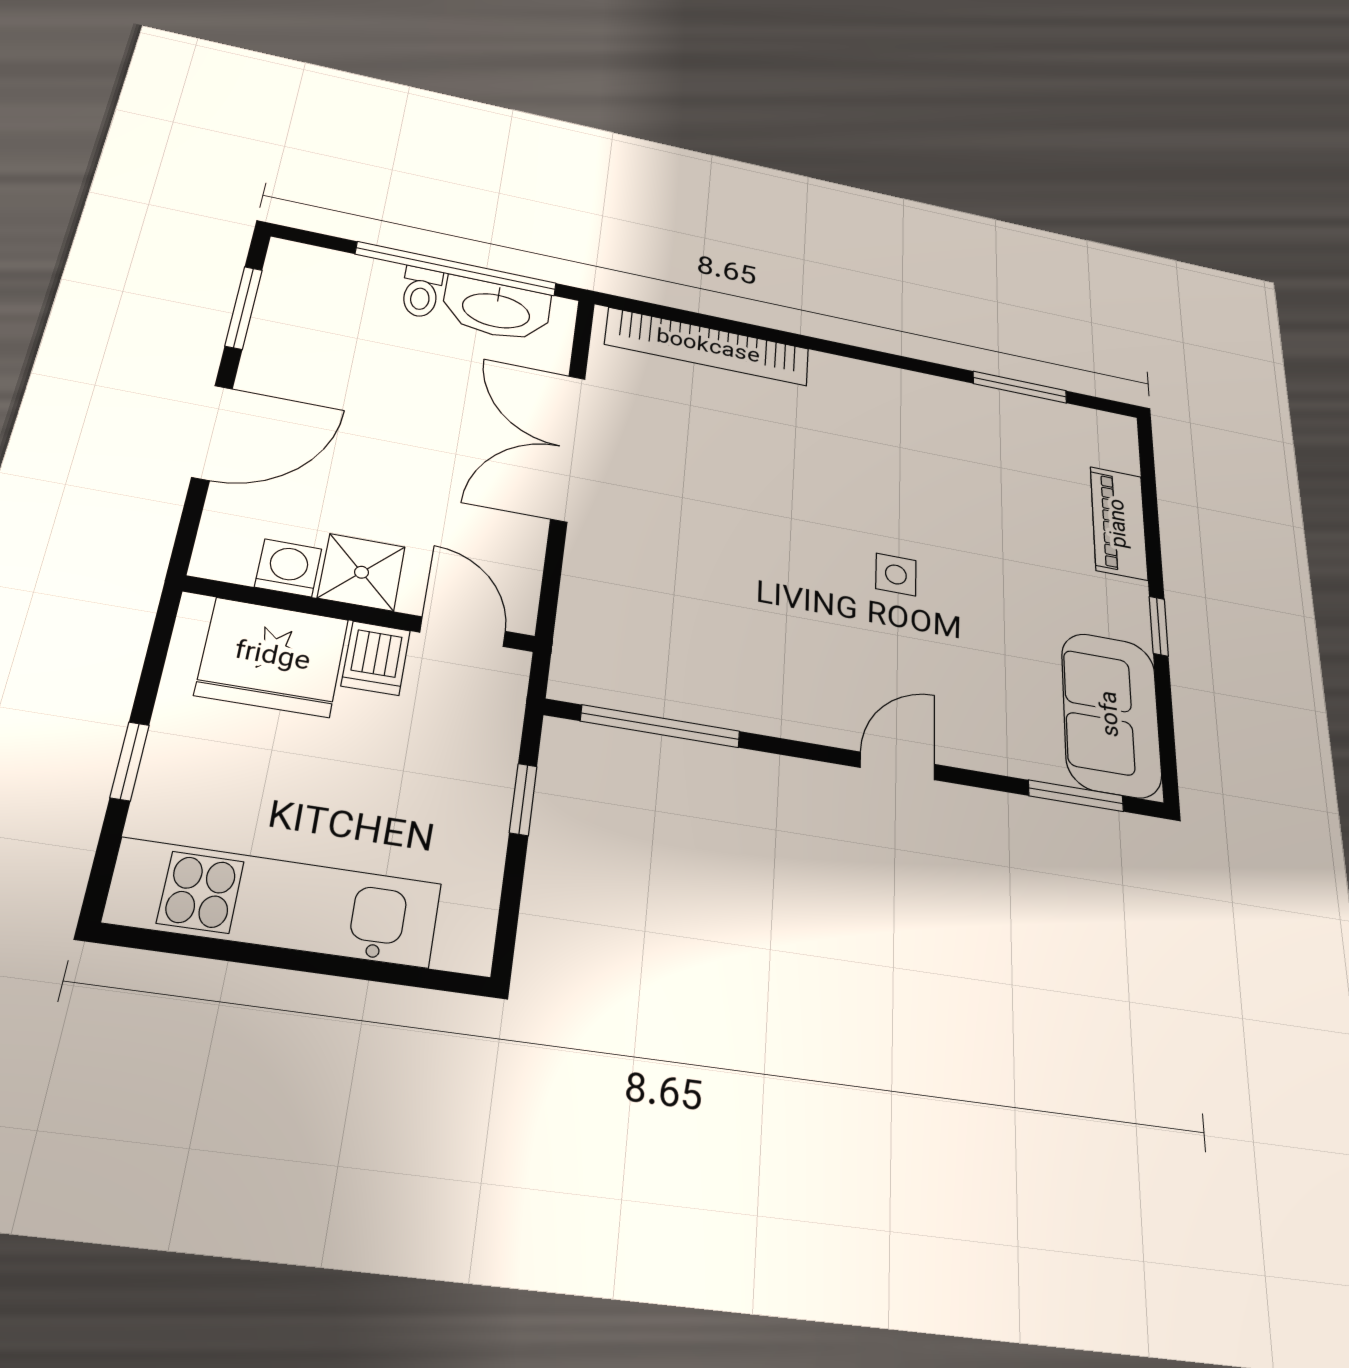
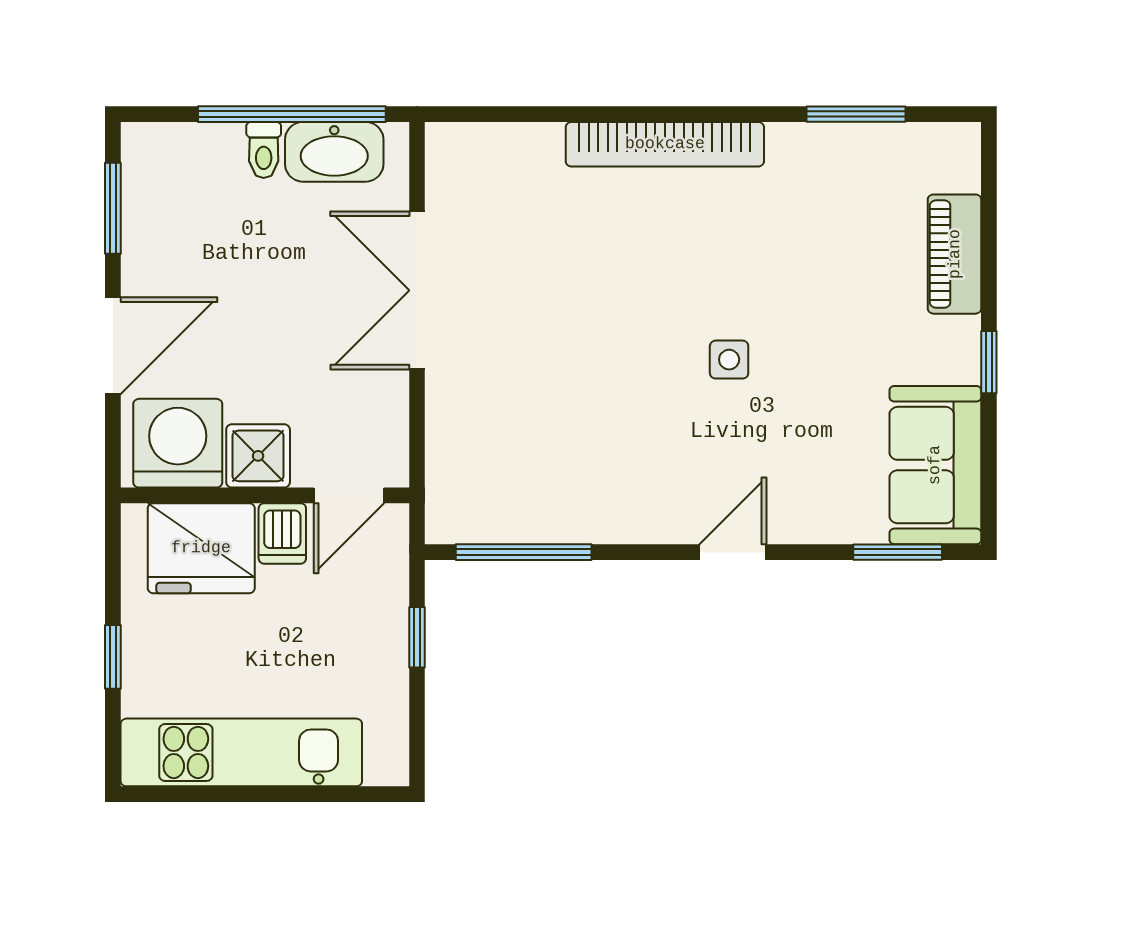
bookcase: (708, 347) -> (665, 144), moved
washing machine: (288, 568) -> (178, 443), width x1.89, depth x1.89
door: (463, 632) -> (349, 495), swing flipped

